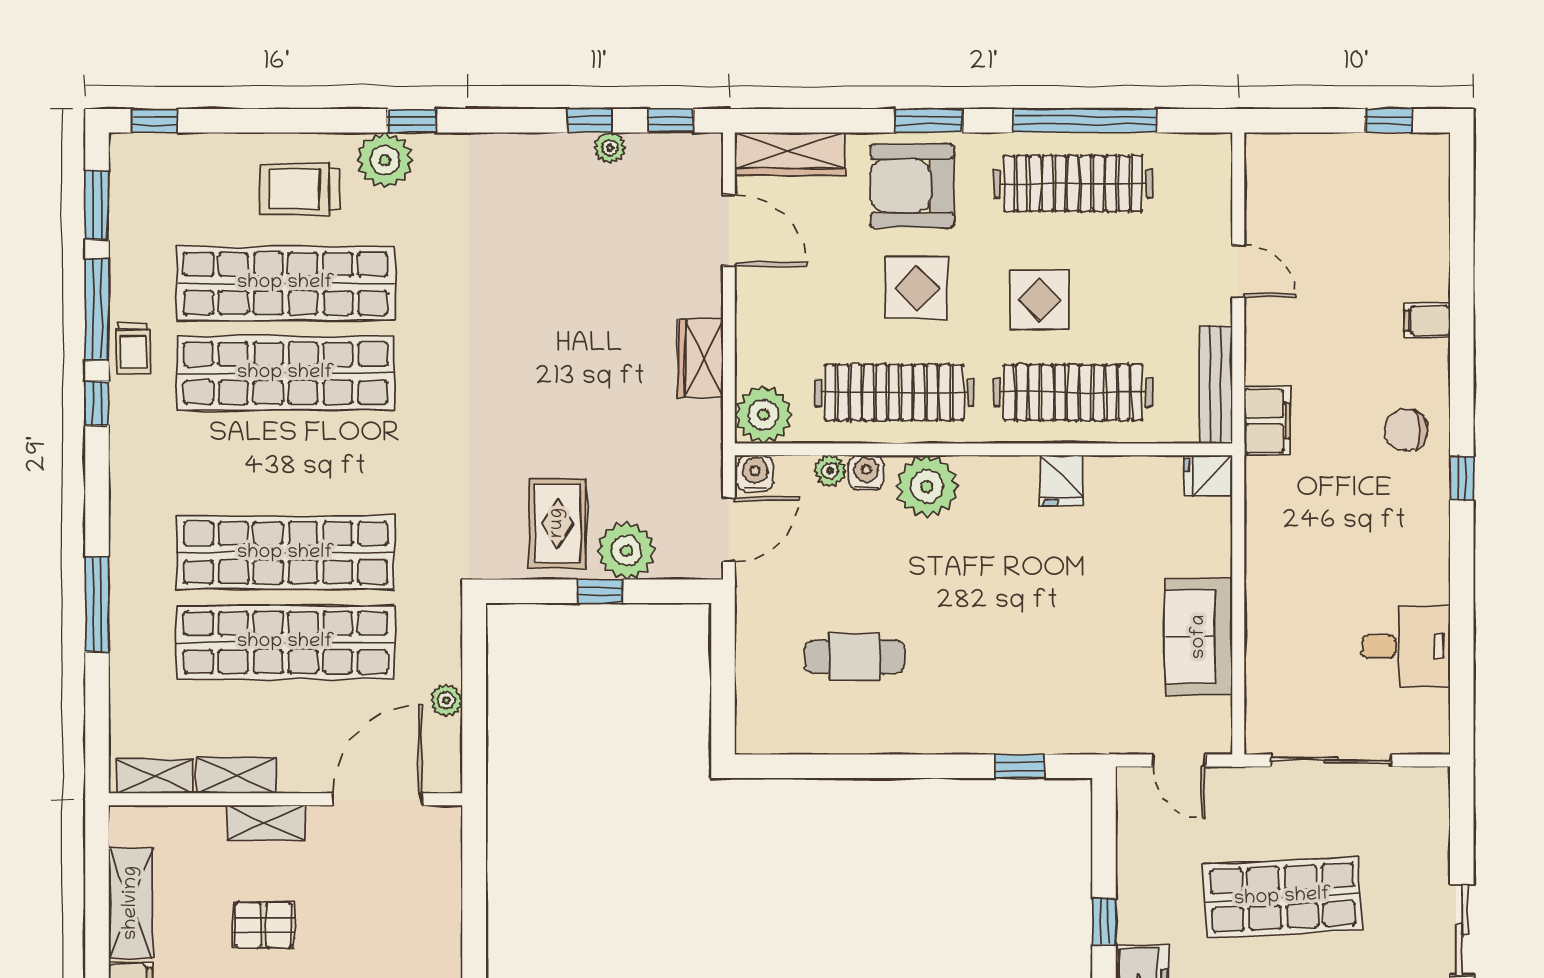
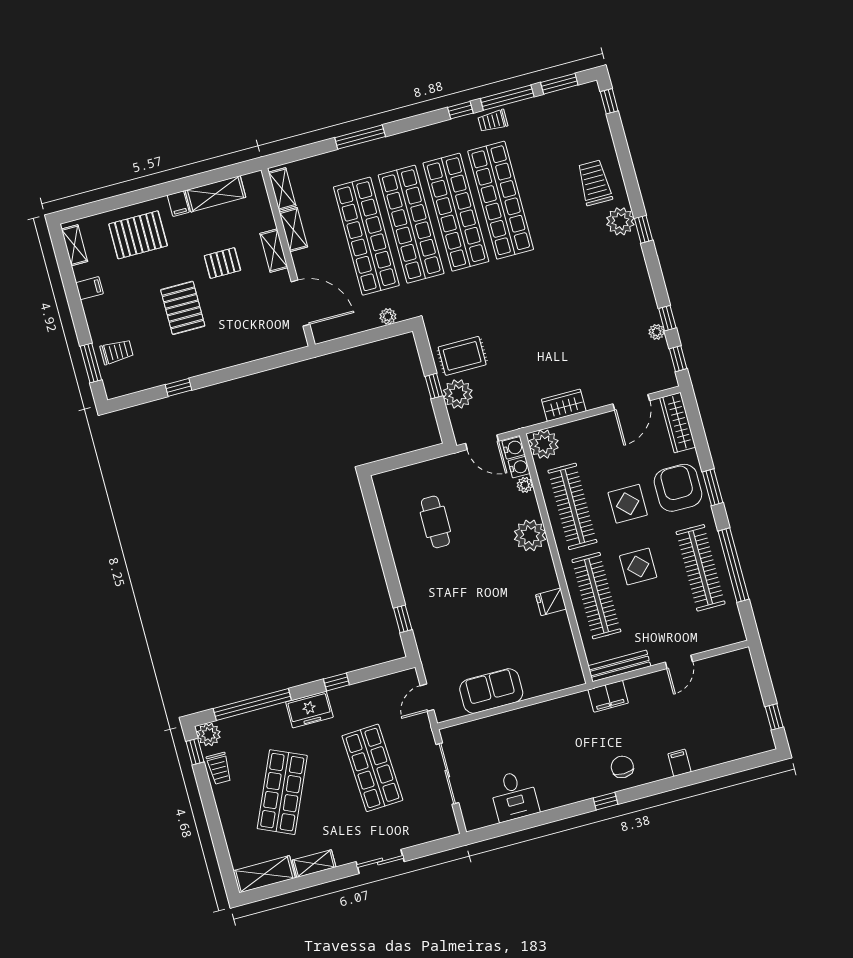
shop shelf: (286, 283) -> (456, 212), moved
water cooler: (866, 473) -> (519, 467), moved
fridge: (1208, 476) -> (573, 674), removed
plant: (446, 700) -> (388, 316), moved
pallet: (264, 925) -> (222, 263), turned 90

